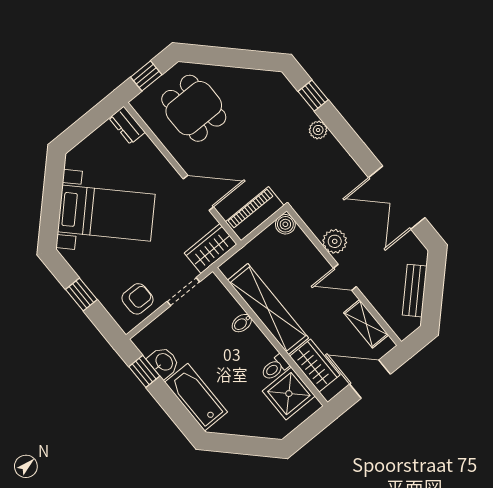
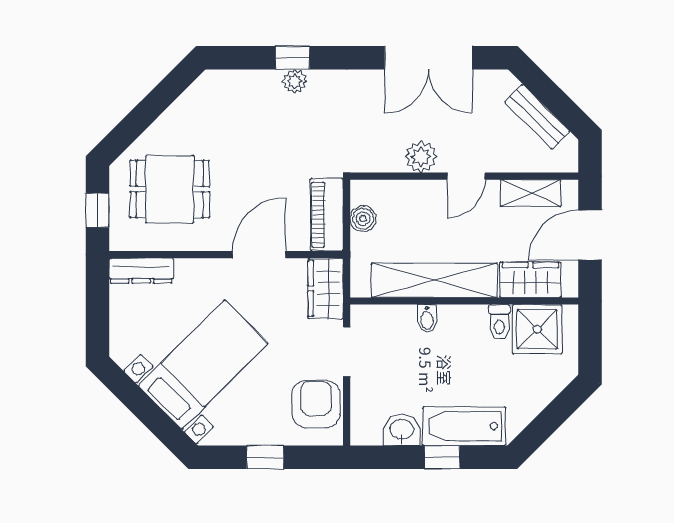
window: (313, 96) -> (292, 58), moved
dresser: (127, 125) -> (141, 271), width x1.44
boiler: (285, 224) -> (363, 219), moved
armchair: (138, 299) -> (316, 404), width x1.38, depth x1.38
window: (144, 371) -> (442, 457), moved

